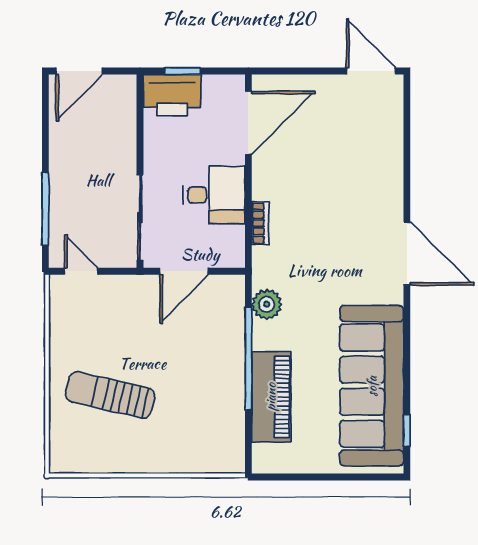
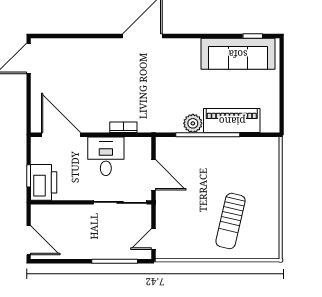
plant: (267, 304) -> (193, 123), moved
sofa: (372, 386) -> (238, 54), width x0.74, depth x0.79

